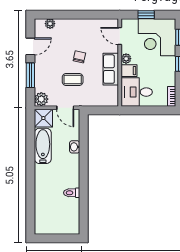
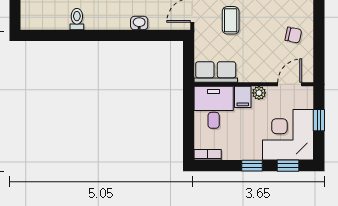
chair: (79, 57) -> (293, 35), moved
row of seats: (111, 69) -> (216, 72), moved

